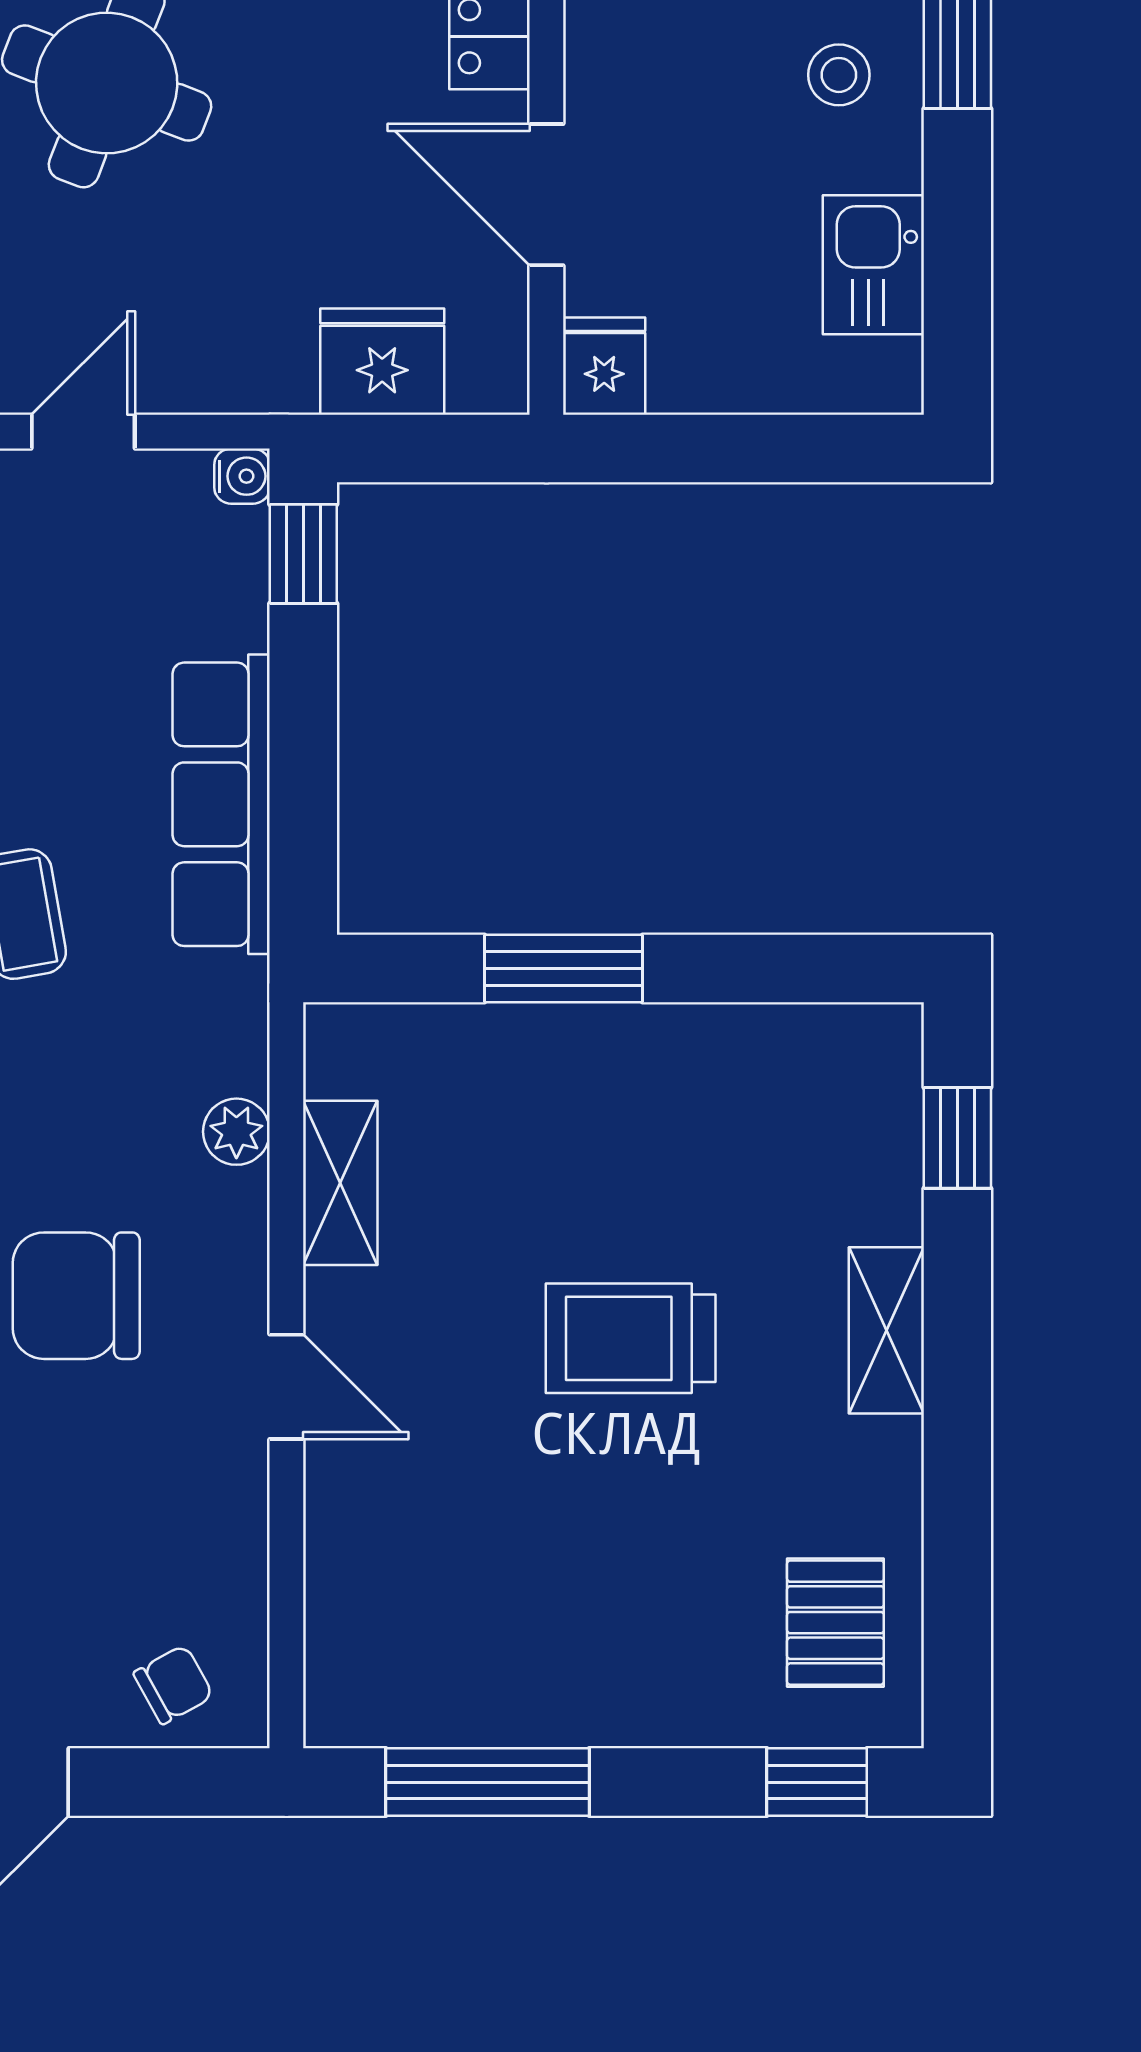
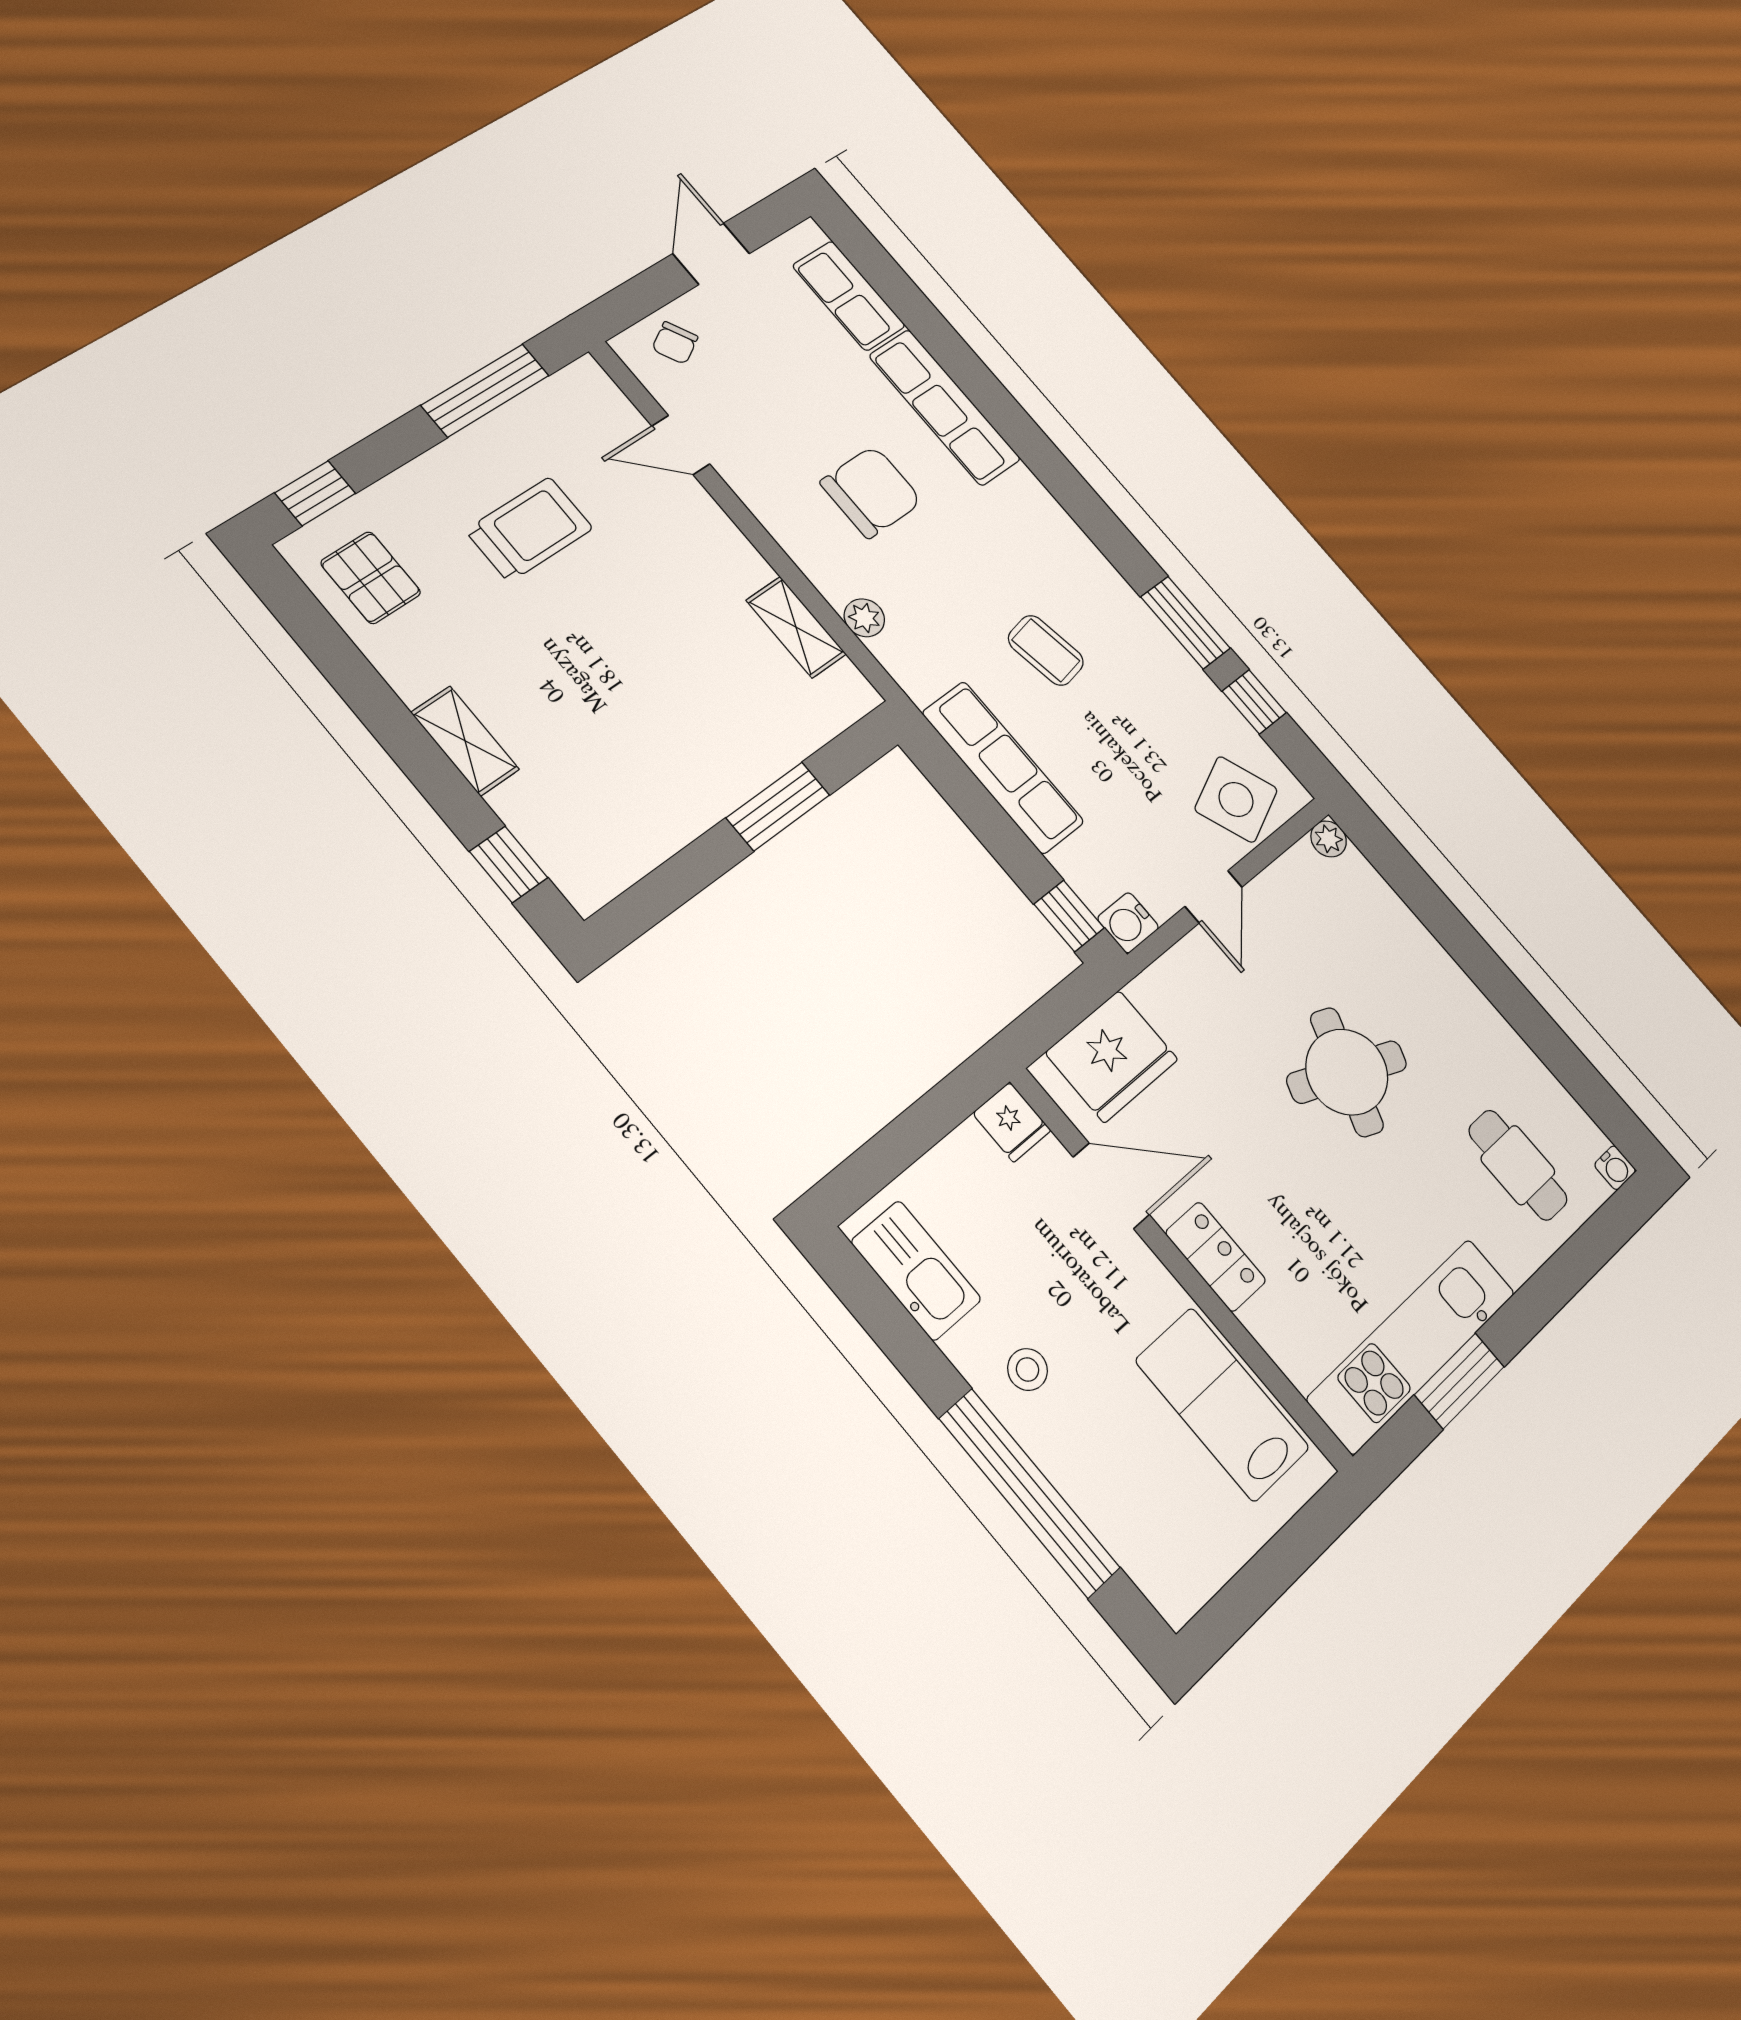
kitchen sink: (873, 265) -> (916, 1270), width x1.38
fridge: (382, 362) -> (1112, 1056), width x1.36, depth x1.34
water cooler: (242, 476) -> (1128, 923), width x1.38, depth x1.38
trolley: (631, 1338) -> (529, 529), moved
door: (286, 1387) -> (681, 445), moved

